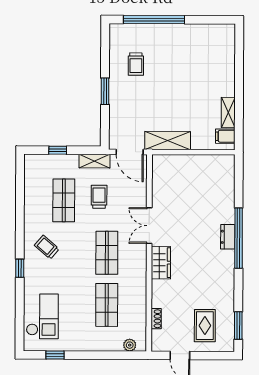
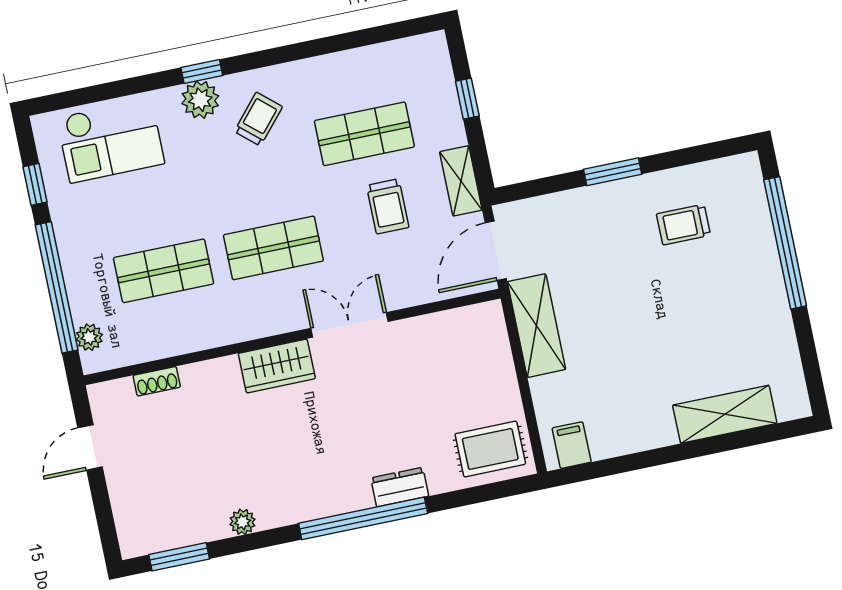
shelving: (228, 113) -> (725, 414), moved, width x1.50, depth x1.33
trolley: (99, 197) -> (388, 206), turned 90
dresser: (228, 237) -> (400, 487), moved
plant: (32, 272) -> (200, 100), added
plant: (228, 293) -> (242, 522), added
rug: (205, 326) -> (490, 449), moved
window: (104, 355) -> (57, 287), added

